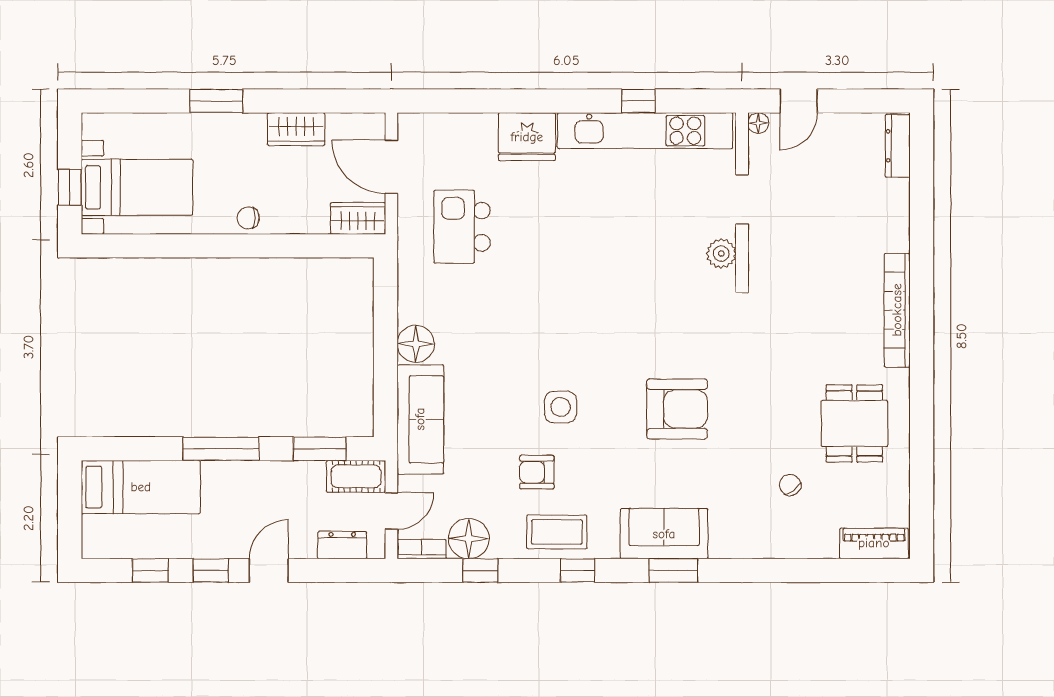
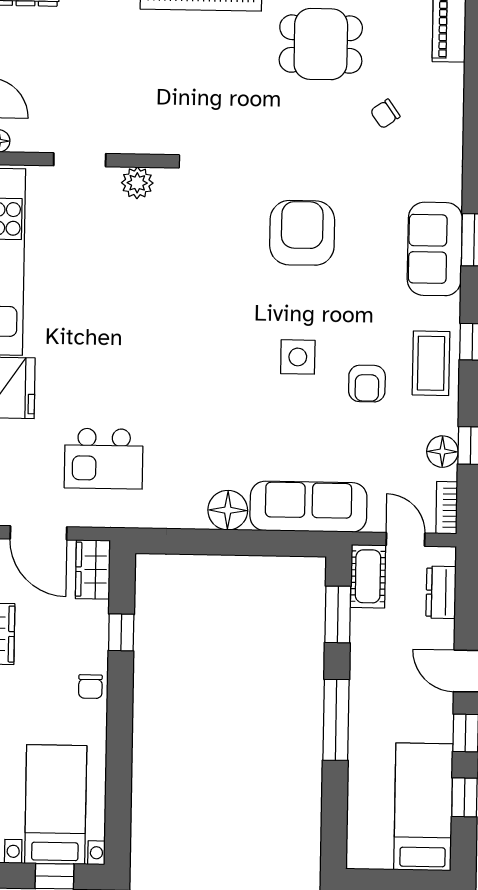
door: (391, 167) -> (39, 533), hinge flipped
window: (299, 246) -> (121, 632), added
bed: (141, 487) -> (423, 807), moved
floor lamp: (469, 539) -> (442, 452), width x0.73, depth x0.73

